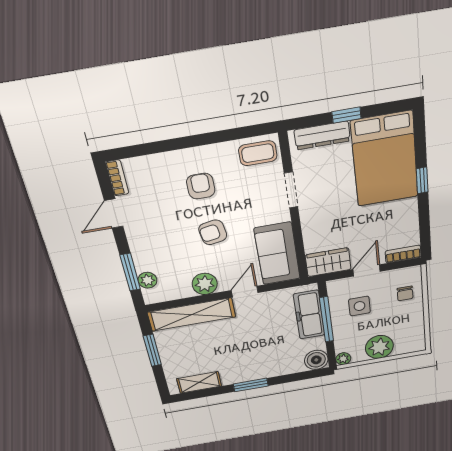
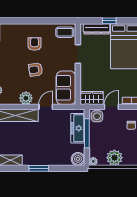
side table: (359, 306) -> (97, 116), moved

